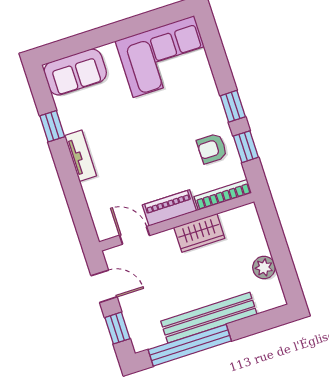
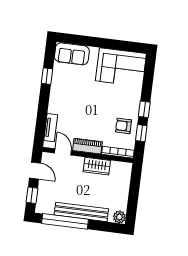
tv unit: (81, 156) -> (51, 128), moved
plant: (264, 268) -> (119, 217), moved

